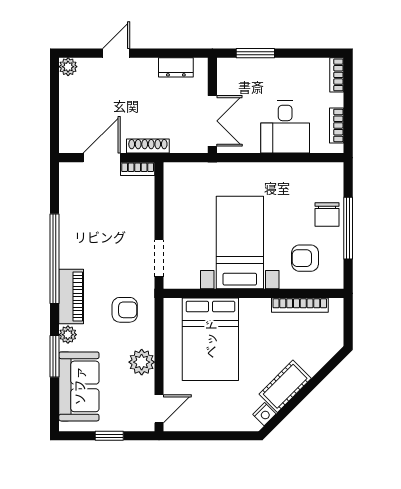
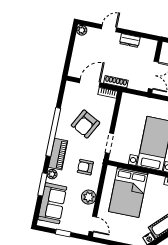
dresser: (176, 67) -> (130, 40), moved
armchair: (109, 233) -> (86, 124), added
armchair: (125, 310) -> (85, 167), turned 180
door: (159, 409) -> (93, 224), hinge flipped

